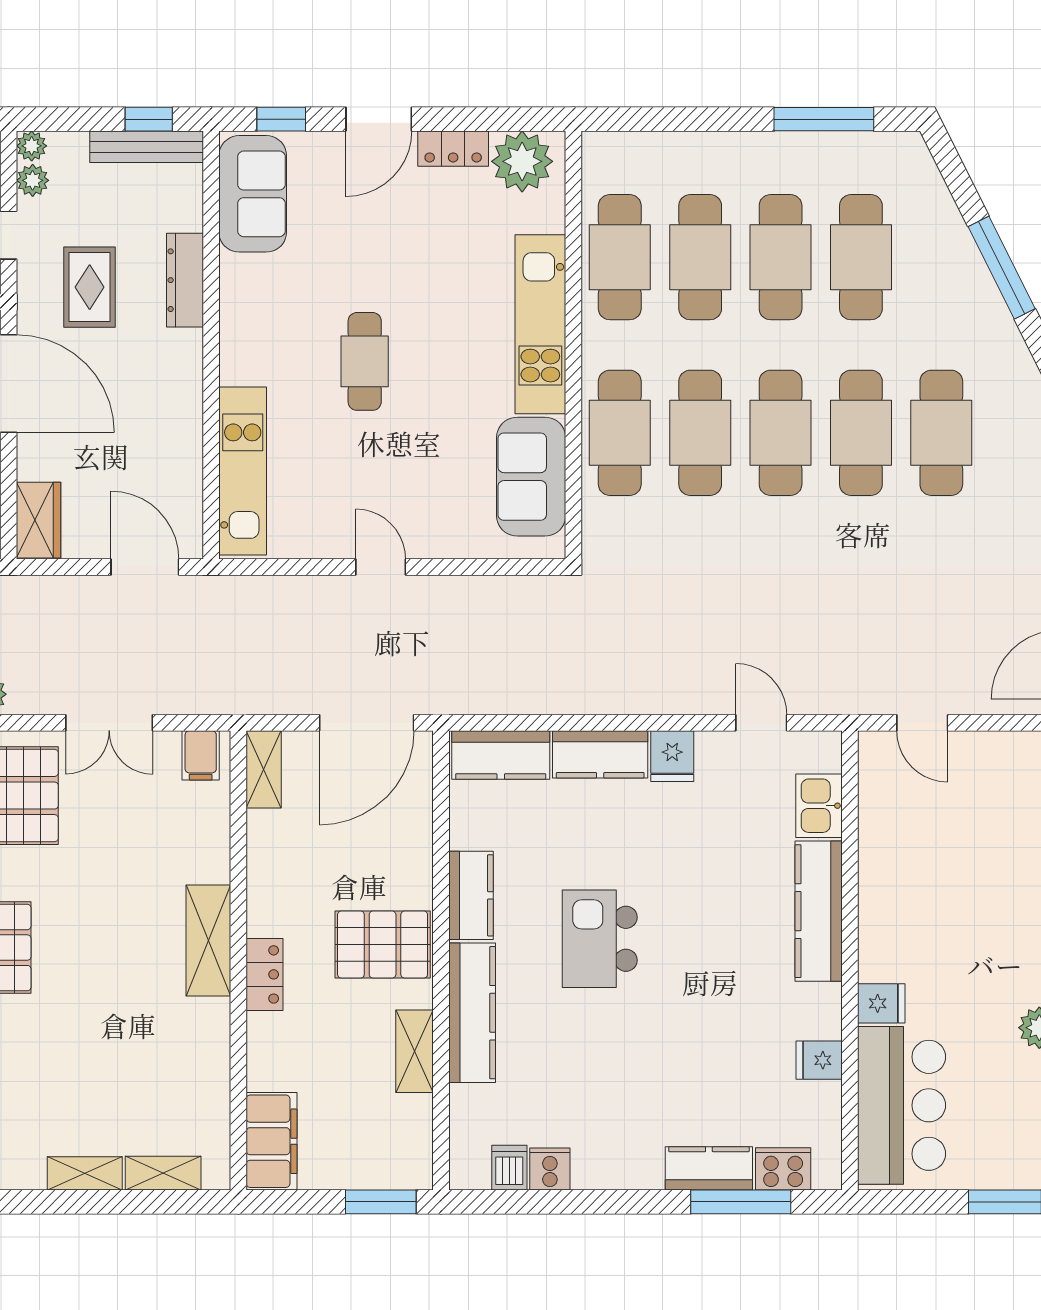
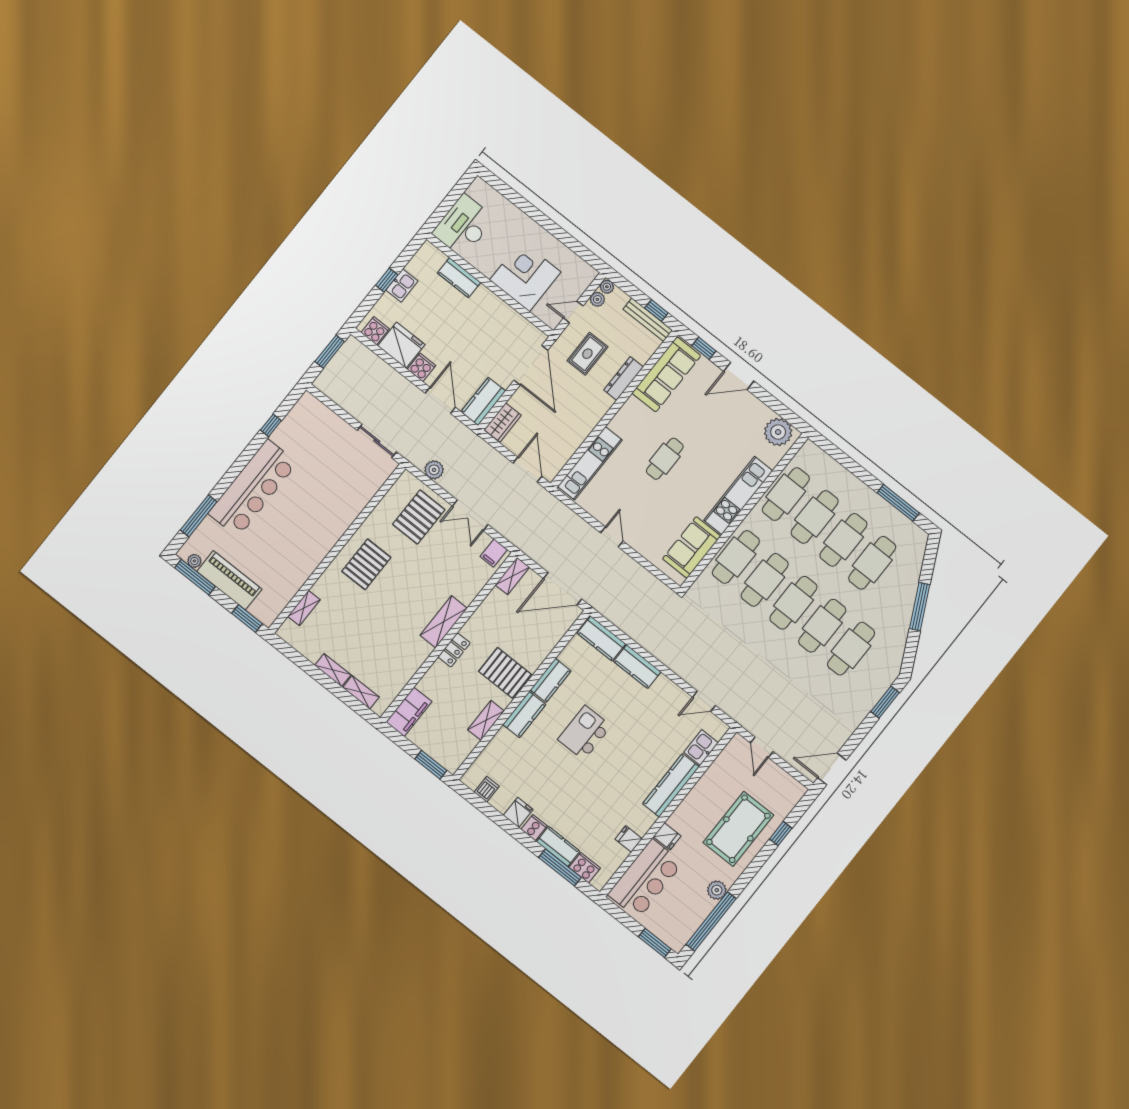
locker: (453, 149) -> (757, 408), removed
sofa: (253, 194) -> (666, 374), width x1.36
door: (761, 723) -> (704, 701), swing flipped
fridge: (672, 756) -> (518, 812), moved, turned 180
pool table: (993, 894) -> (738, 829), added
kitchen counter: (472, 1013) -> (524, 714), width x0.67
cooker: (550, 1169) -> (534, 828), moved

